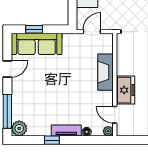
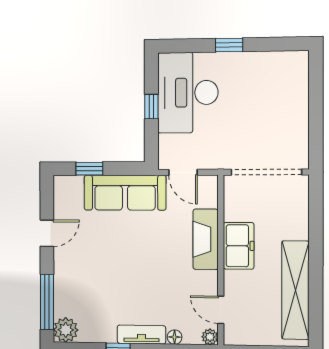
door: (92, 32) -> (183, 172), swing flipped
sofa: (37, 44) -> (125, 193), moved
freezer: (125, 90) -> (239, 246), moved

